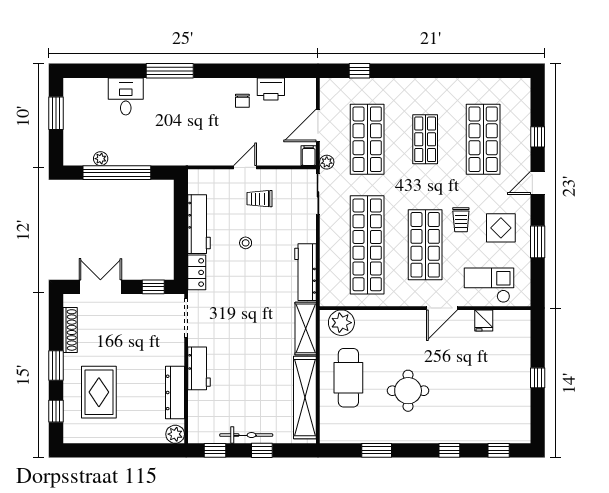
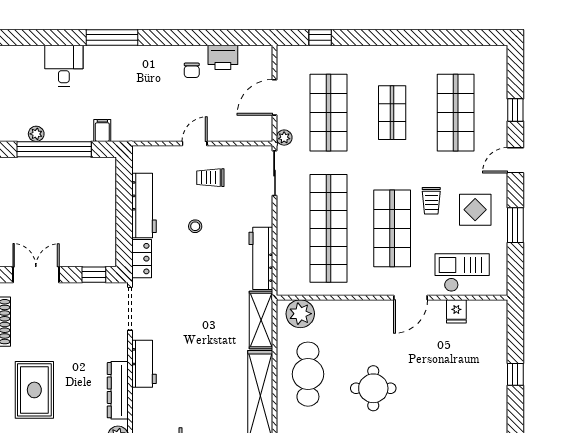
filing cabinet: (309, 156) -> (102, 131), moved

